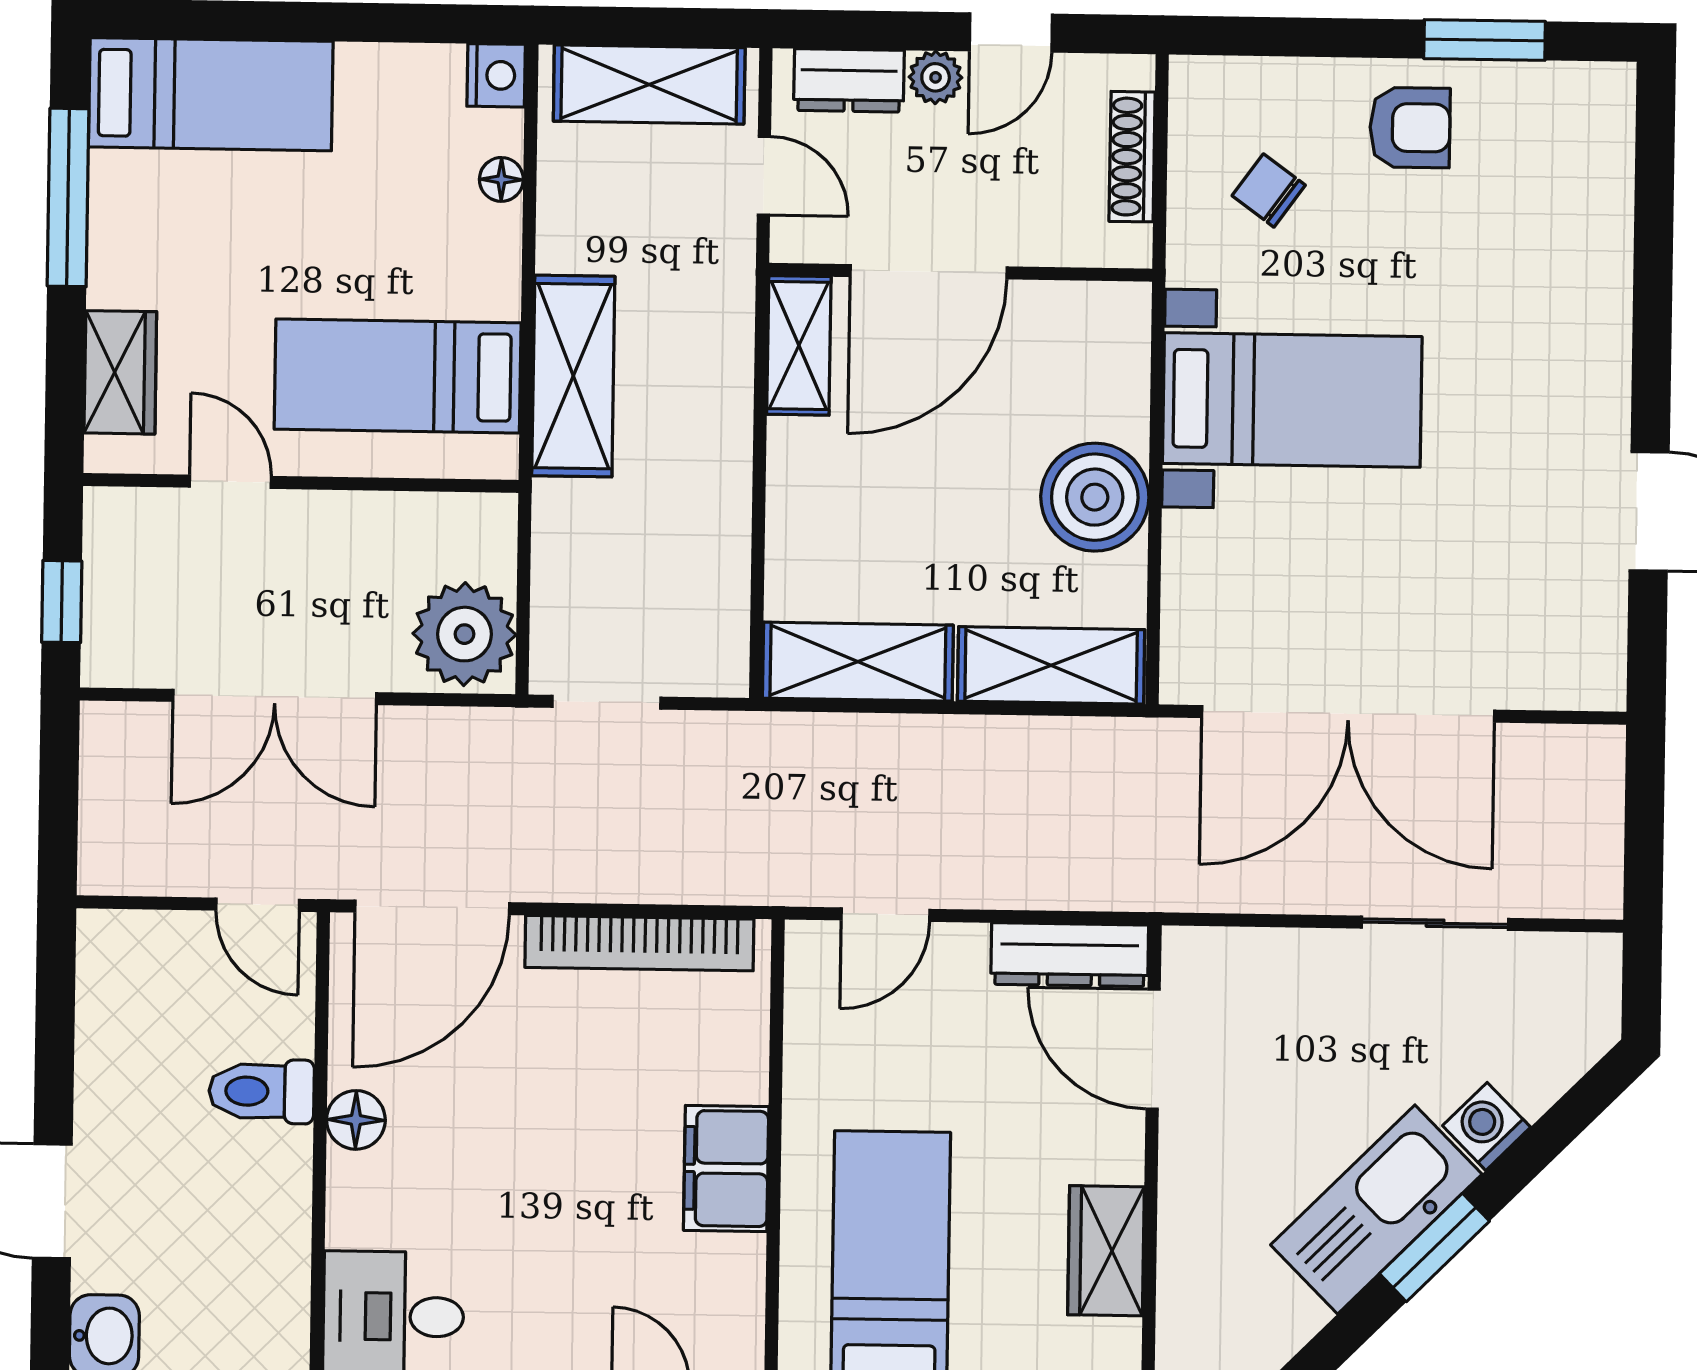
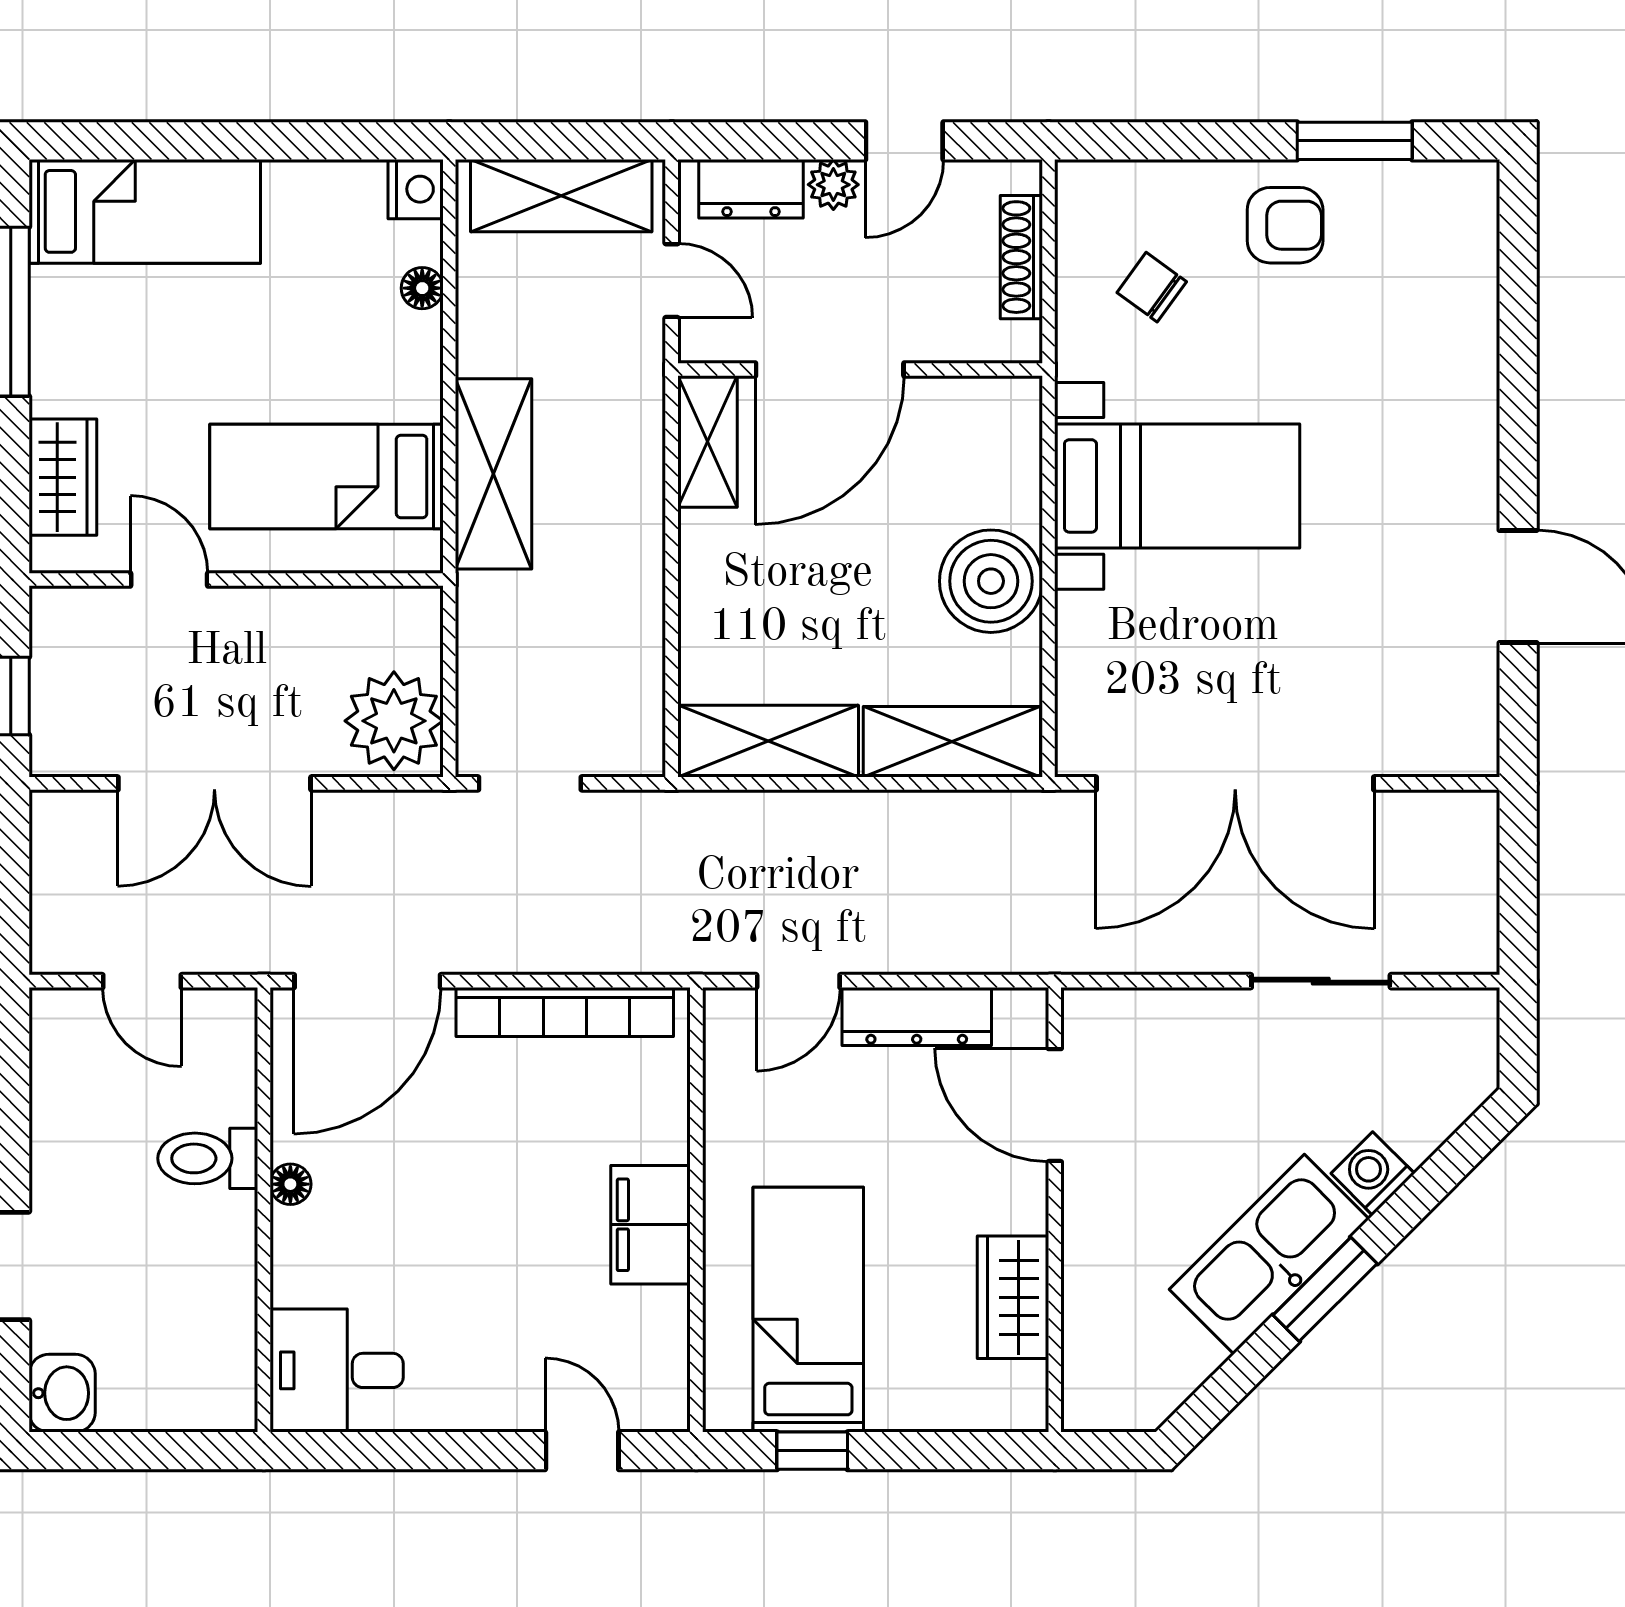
door: (258, 905) -> (142, 981), moved
dresser: (1070, 955) -> (917, 1016), moved
floor lamp: (356, 1120) -> (290, 1184), width x0.73, depth x0.73

